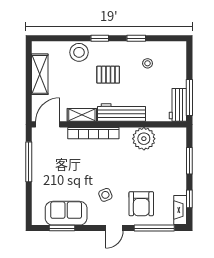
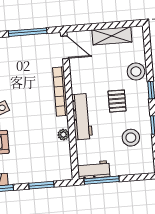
stool: (148, 63) -> (131, 138), width x1.89, depth x1.89
shelving: (82, 115) -> (77, 79), removed
plant: (144, 139) -> (63, 135), width x0.53, depth x0.53

